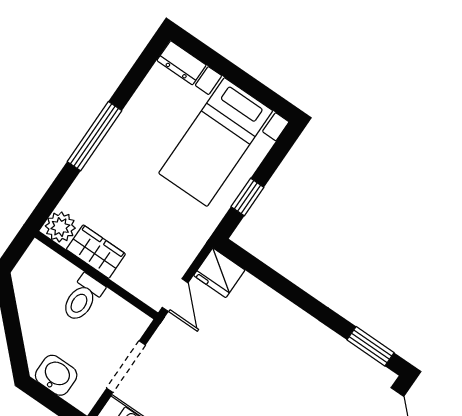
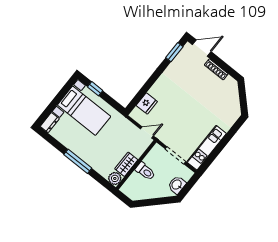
window: (247, 197) -> (95, 89), moved
fridge: (219, 273) -> (147, 103), moved

